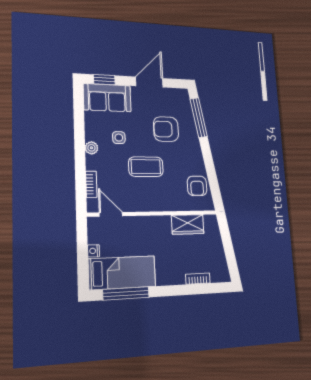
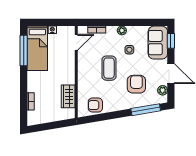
plant: (172, 94) -> (163, 90), added

